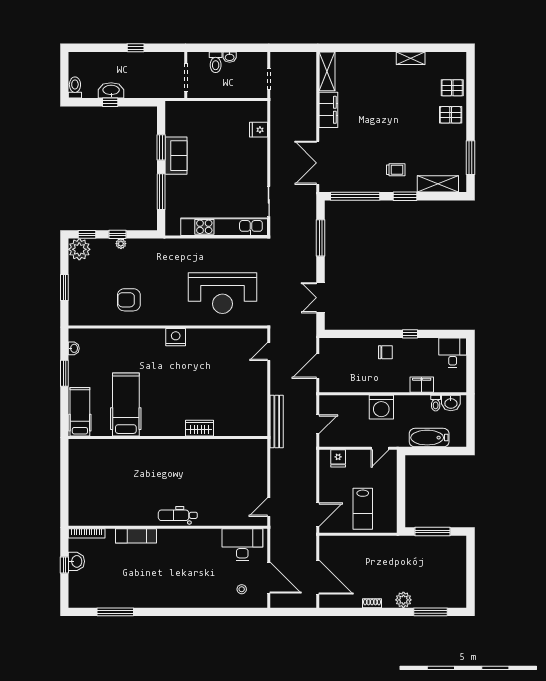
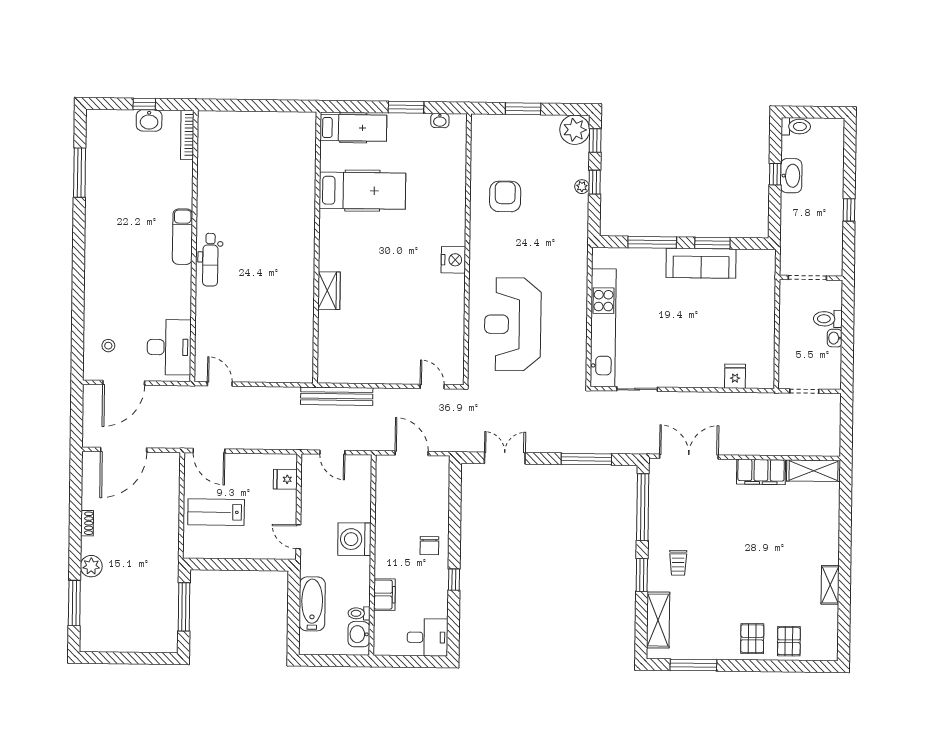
sofa: (176, 156) -> (701, 263), width x1.36
dental chair: (178, 515) -> (210, 260), turned 180
exam couch: (136, 536) -> (182, 237), moved

